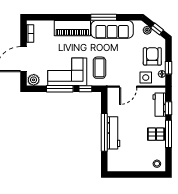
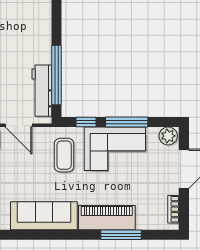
window: (104, 17) -> (121, 235), moved
door: (128, 87) -> (19, 125), swing flipped
window: (104, 132) -> (56, 75), moved
workbench: (113, 133) -> (42, 91), moved

